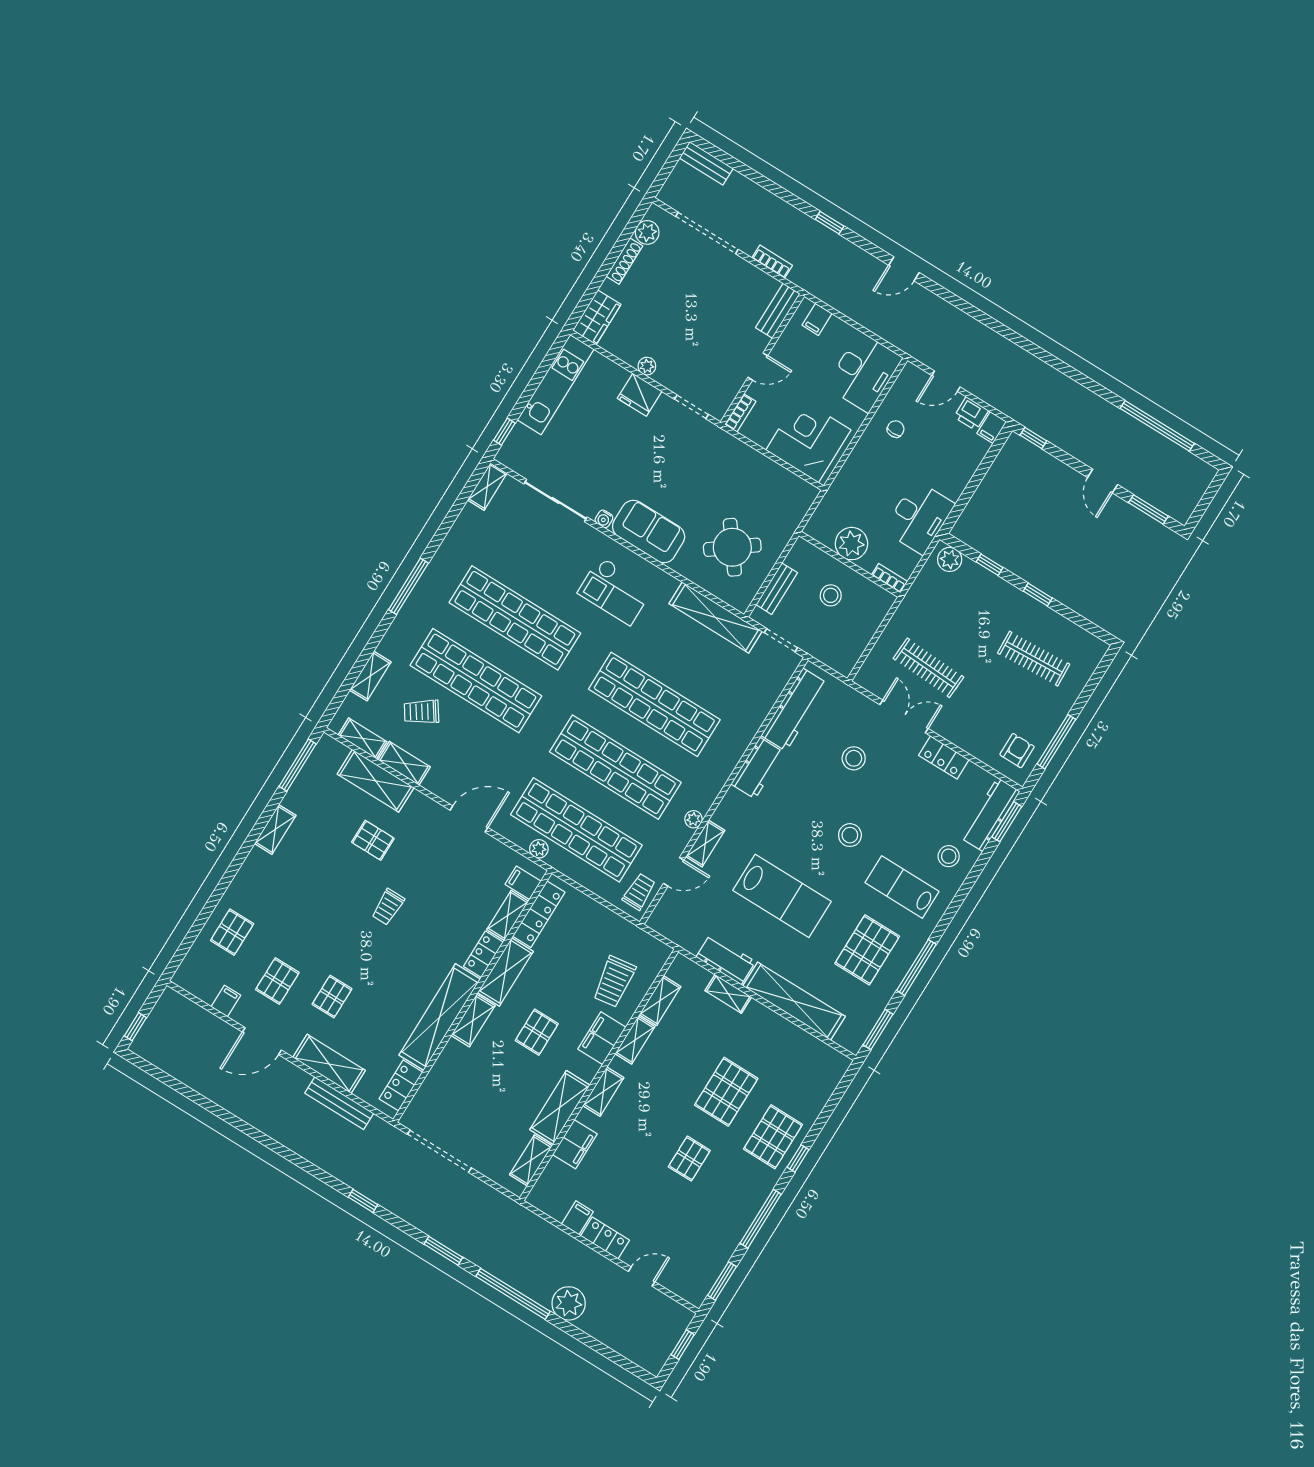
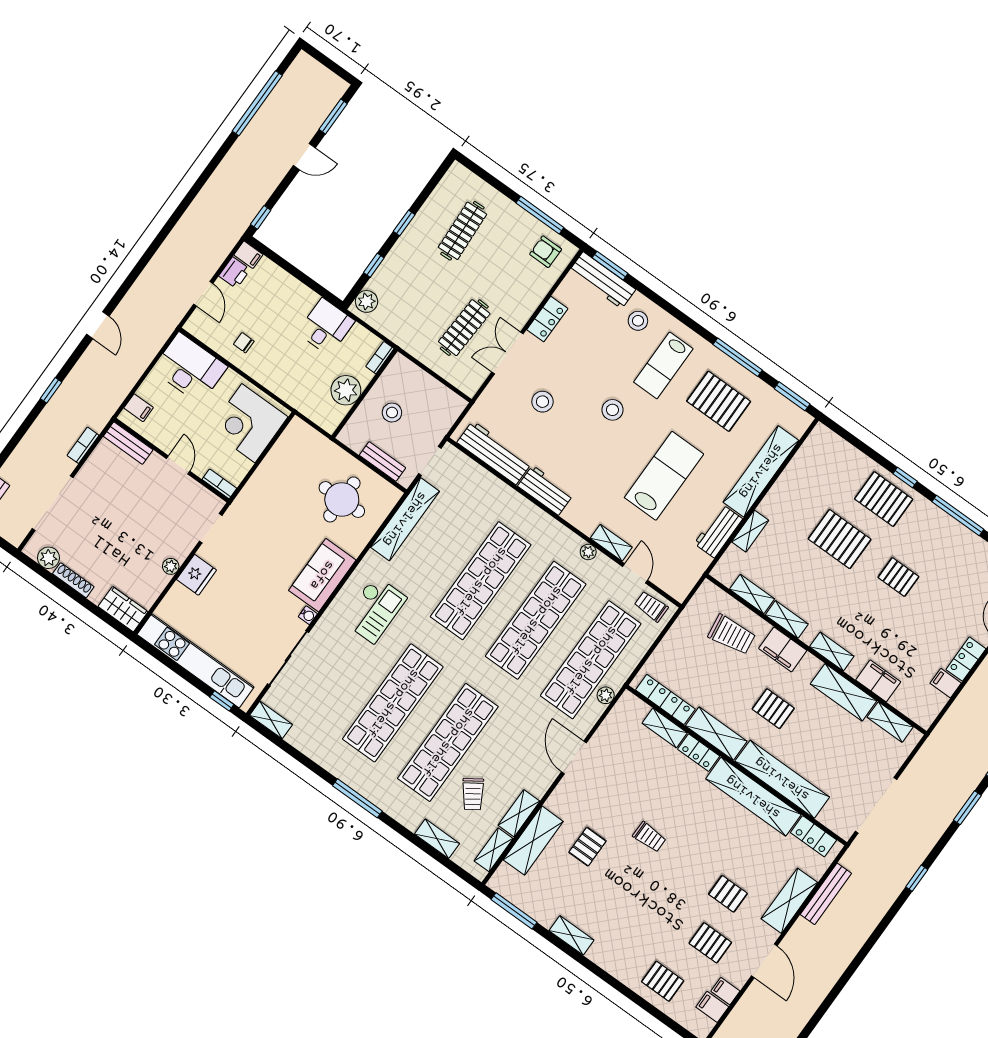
kitchen unit: (556, 385) -> (196, 661), width x1.36
desk: (919, 517) -> (326, 327), width x0.73
round table: (732, 547) -> (342, 499), turned 37
filing cabinet: (523, 883) -> (712, 1007), moved, turned 90
shelving: (473, 1020) -> (782, 779), width x2.20, depth x1.33

